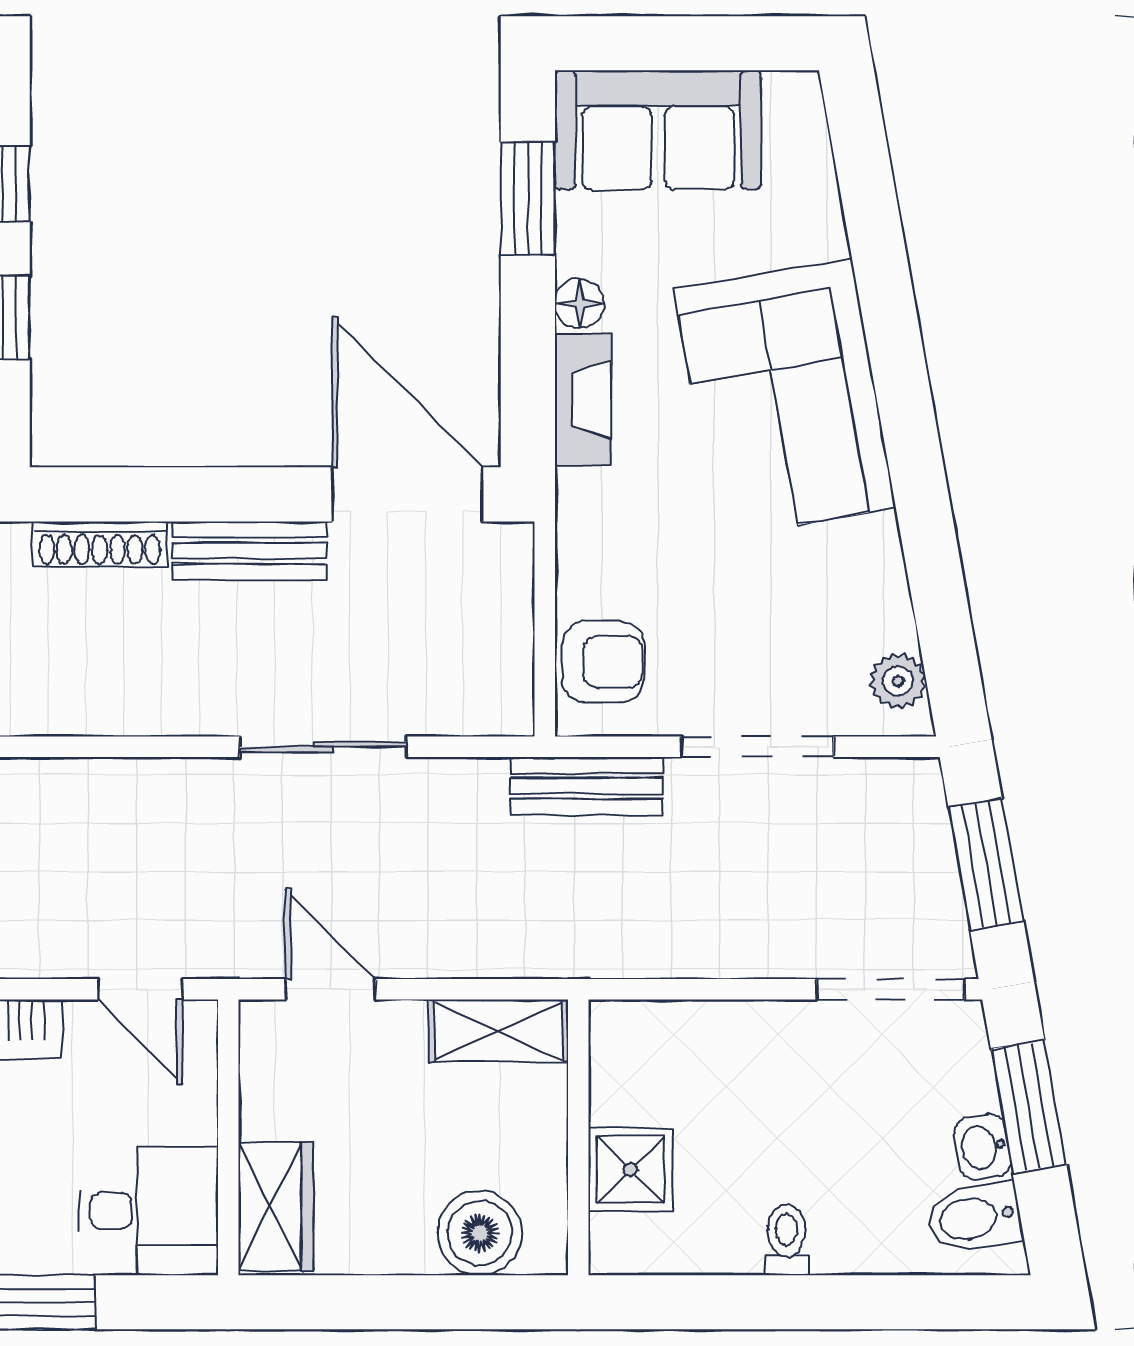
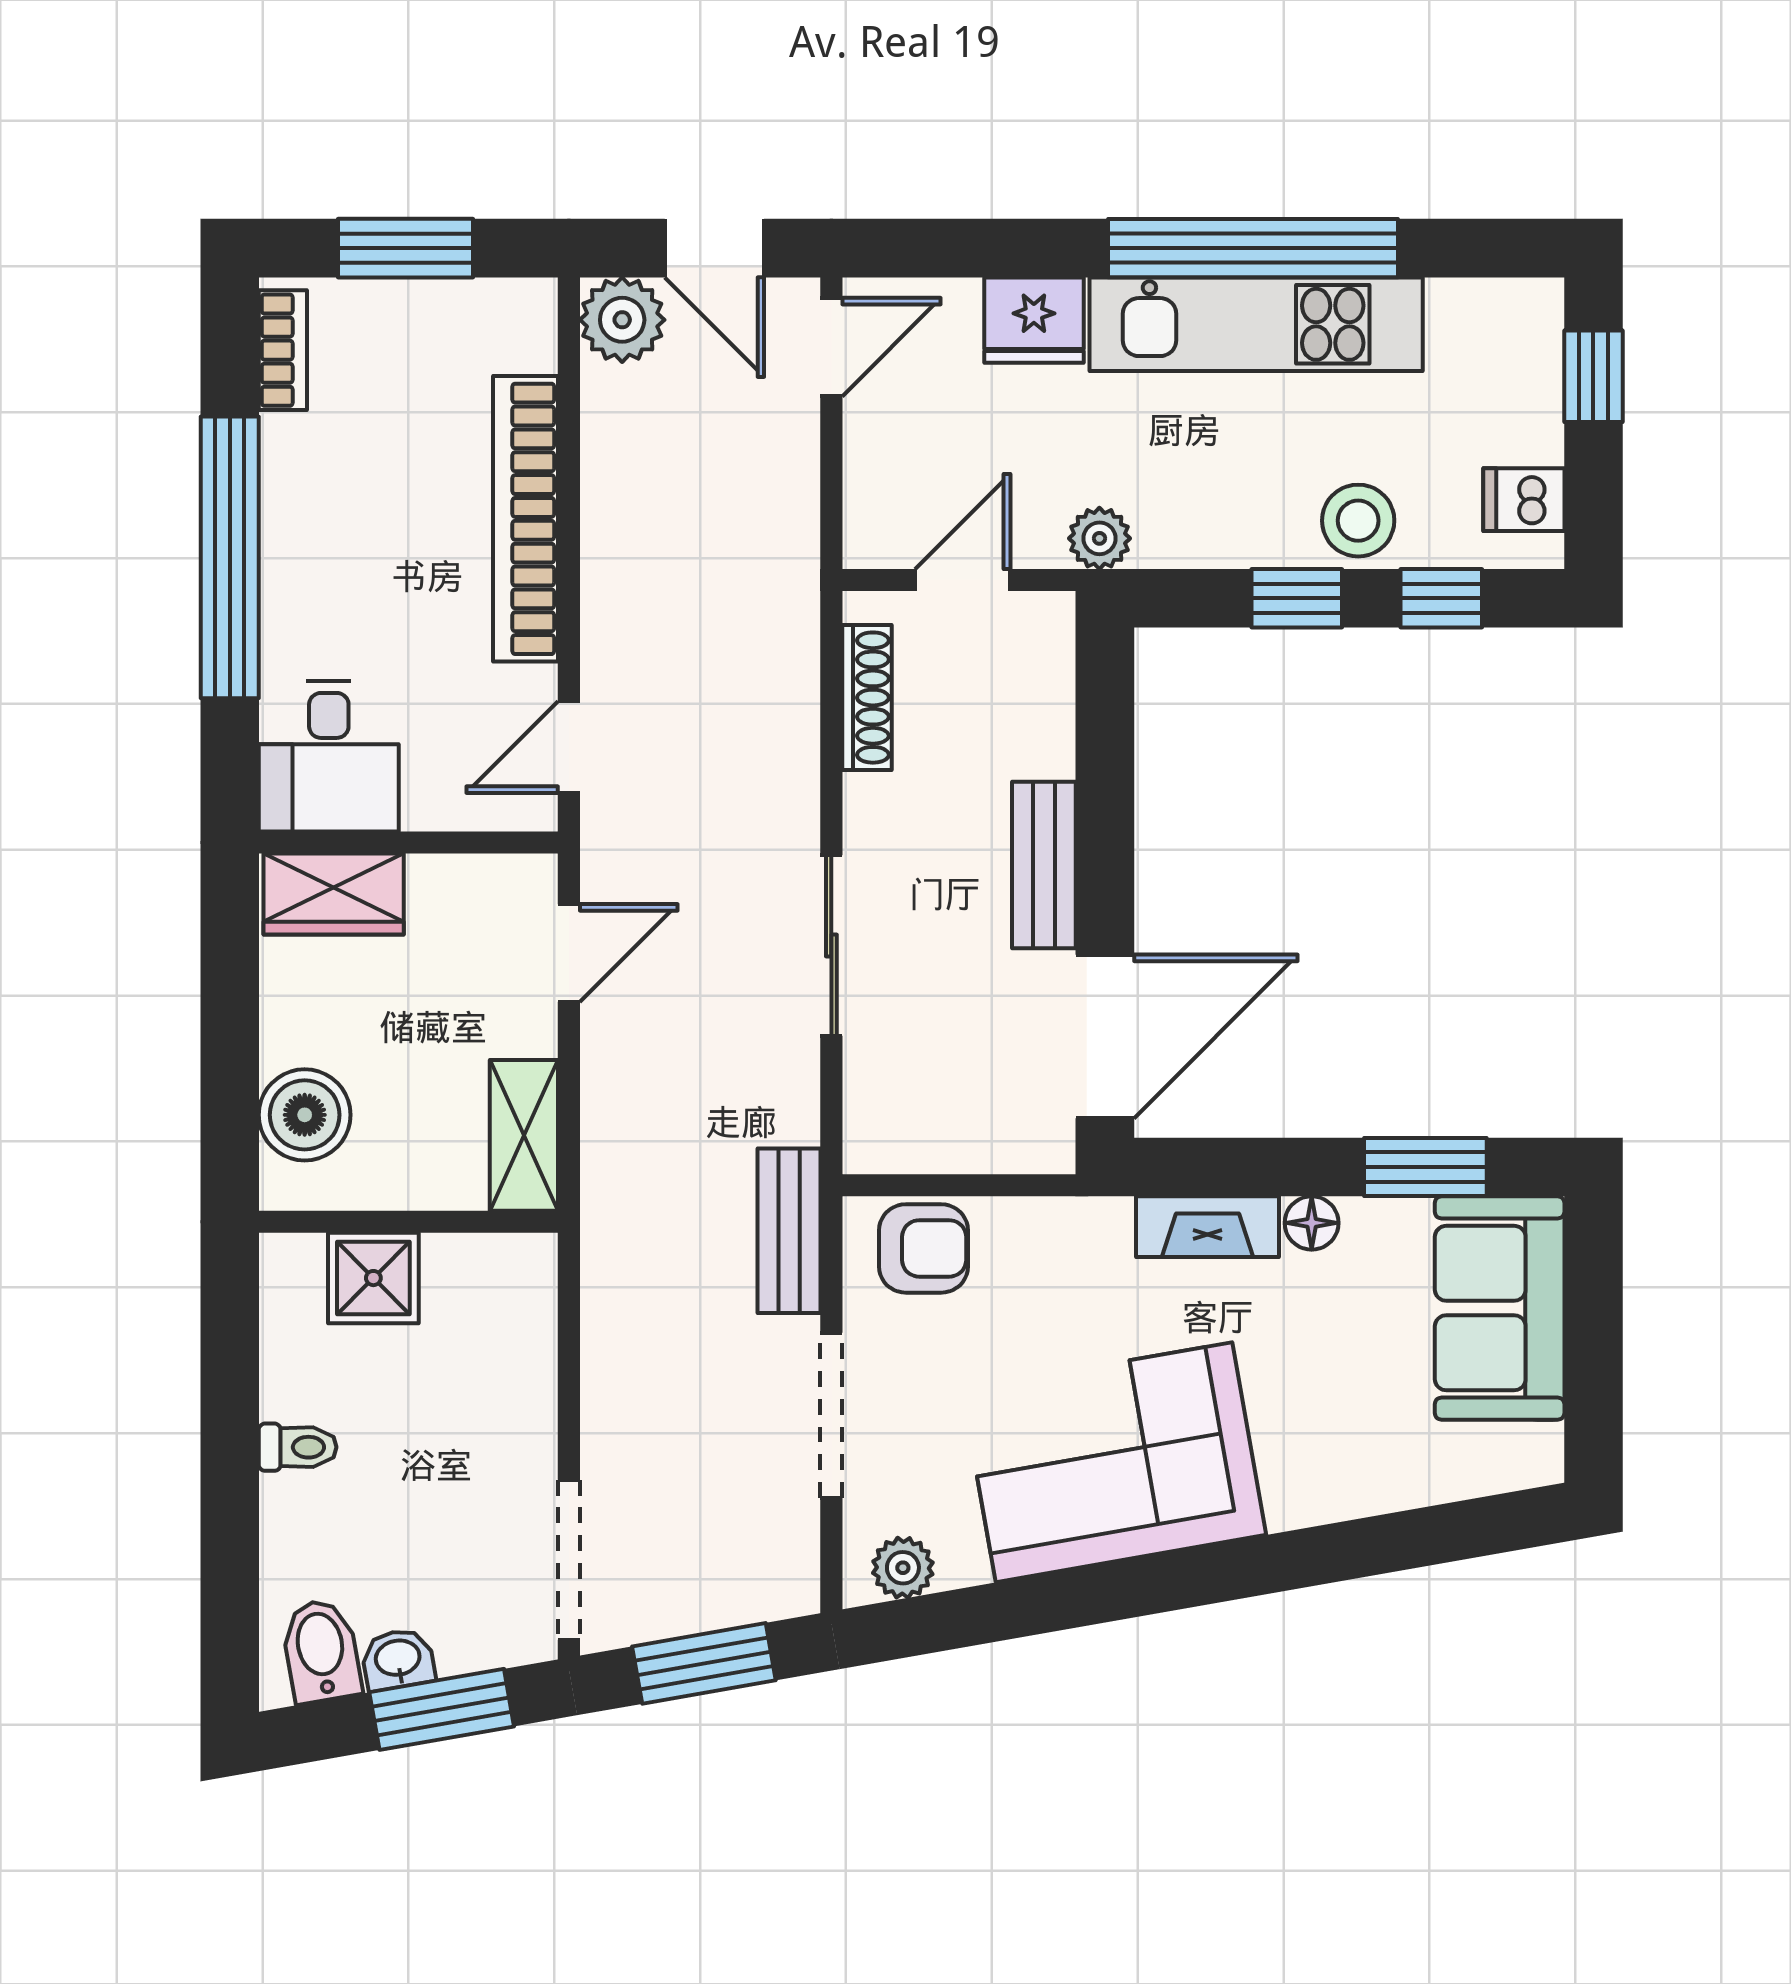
corner sofa: (785, 398) -> (1114, 1462), moved
shoe rack: (100, 544) -> (867, 698), moved, turned 180
armchair: (603, 662) -> (923, 1248), turned -90

